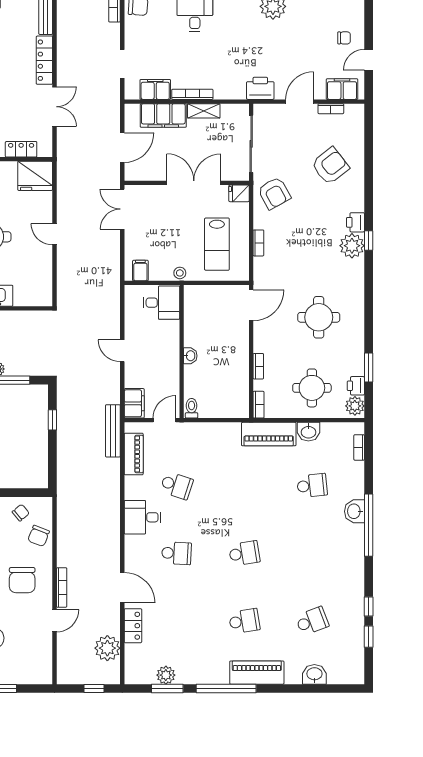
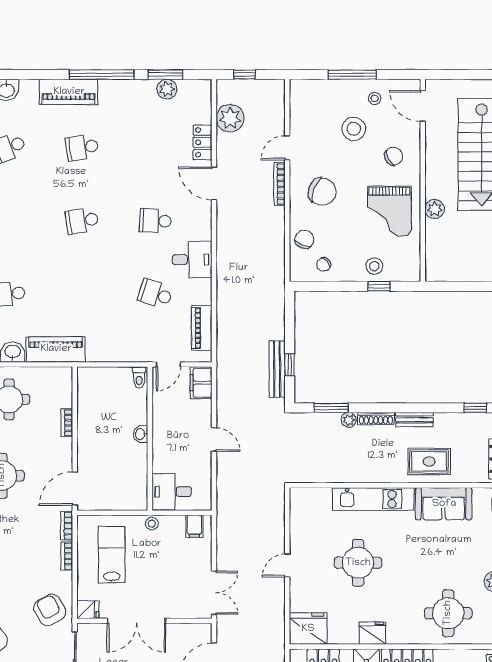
door: (54, 234) -> (287, 565), swing flipped
bookcase: (258, 405) -> (67, 526), moved
bench: (113, 431) -> (277, 369), moved
chair: (22, 580) -> (322, 192), turned 111

